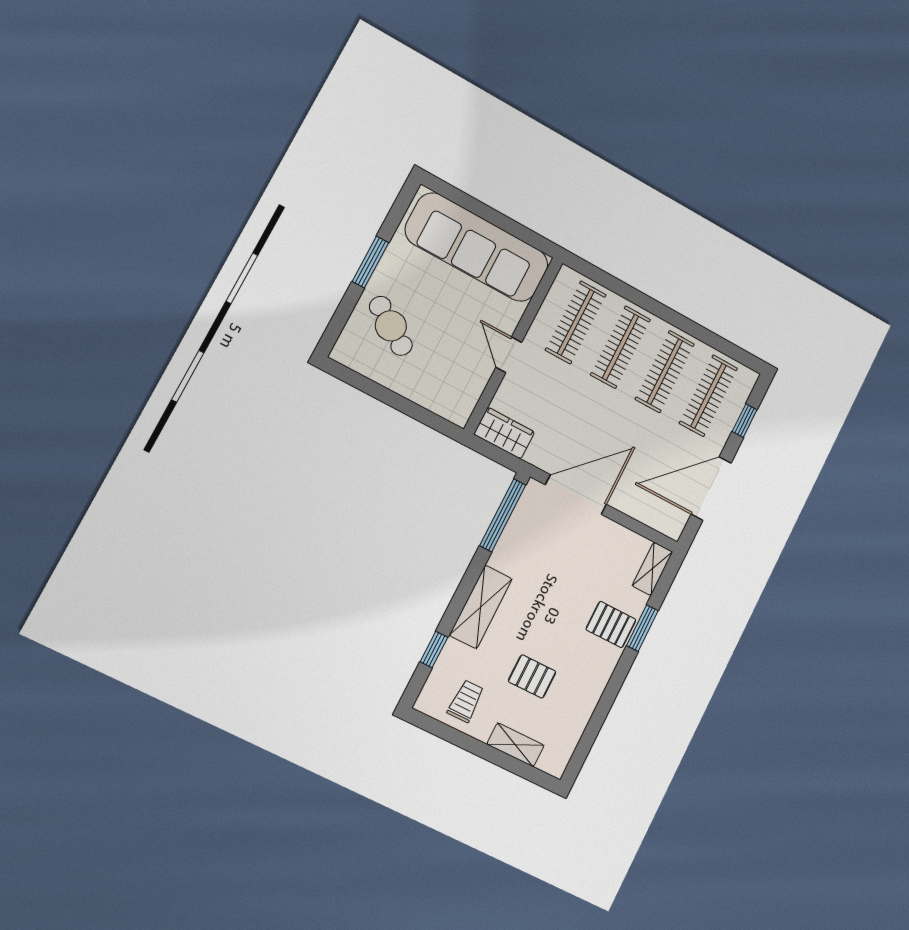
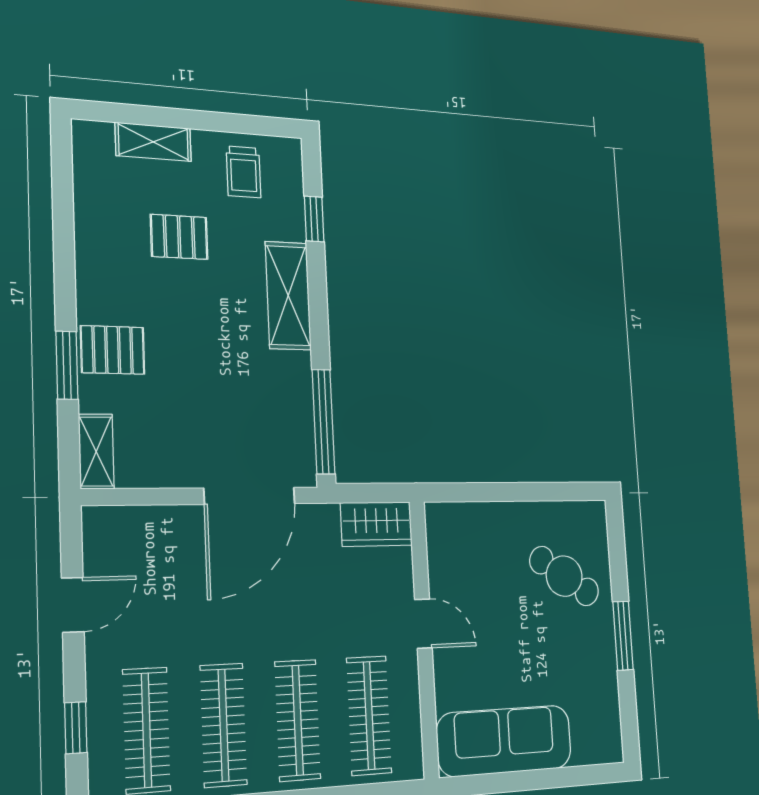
sofa: (477, 247) -> (504, 741), width x0.74, depth x0.79
door: (711, 489) -> (73, 605), width x0.53

